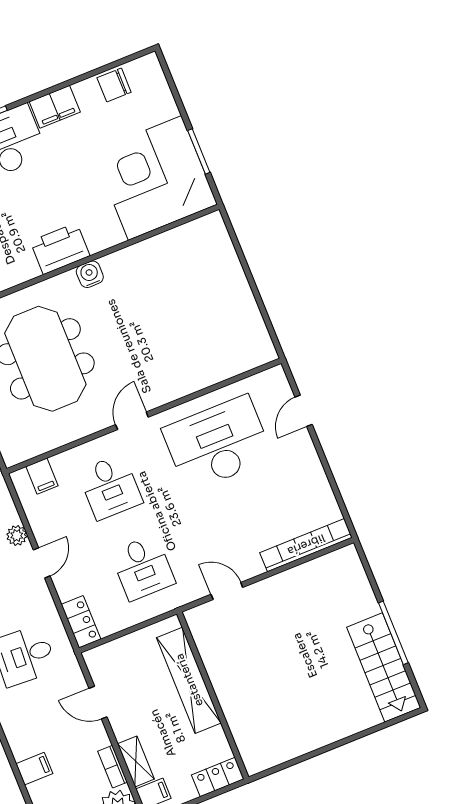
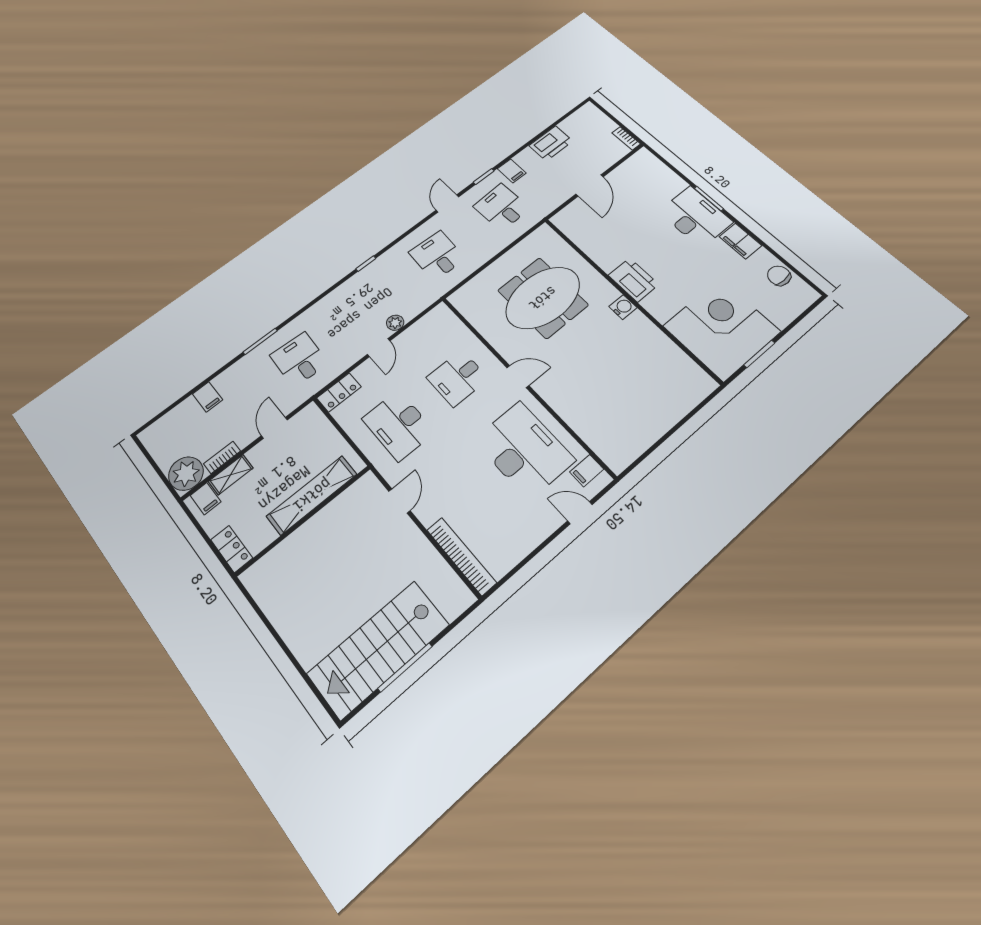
filing cabinet: (42, 476) -> (587, 471), moved
door: (42, 563) -> (379, 348), hinge flipped
desk: (143, 568) -> (399, 425), width x1.37
stairs: (384, 667) -> (378, 649), width x1.36, depth x1.51

